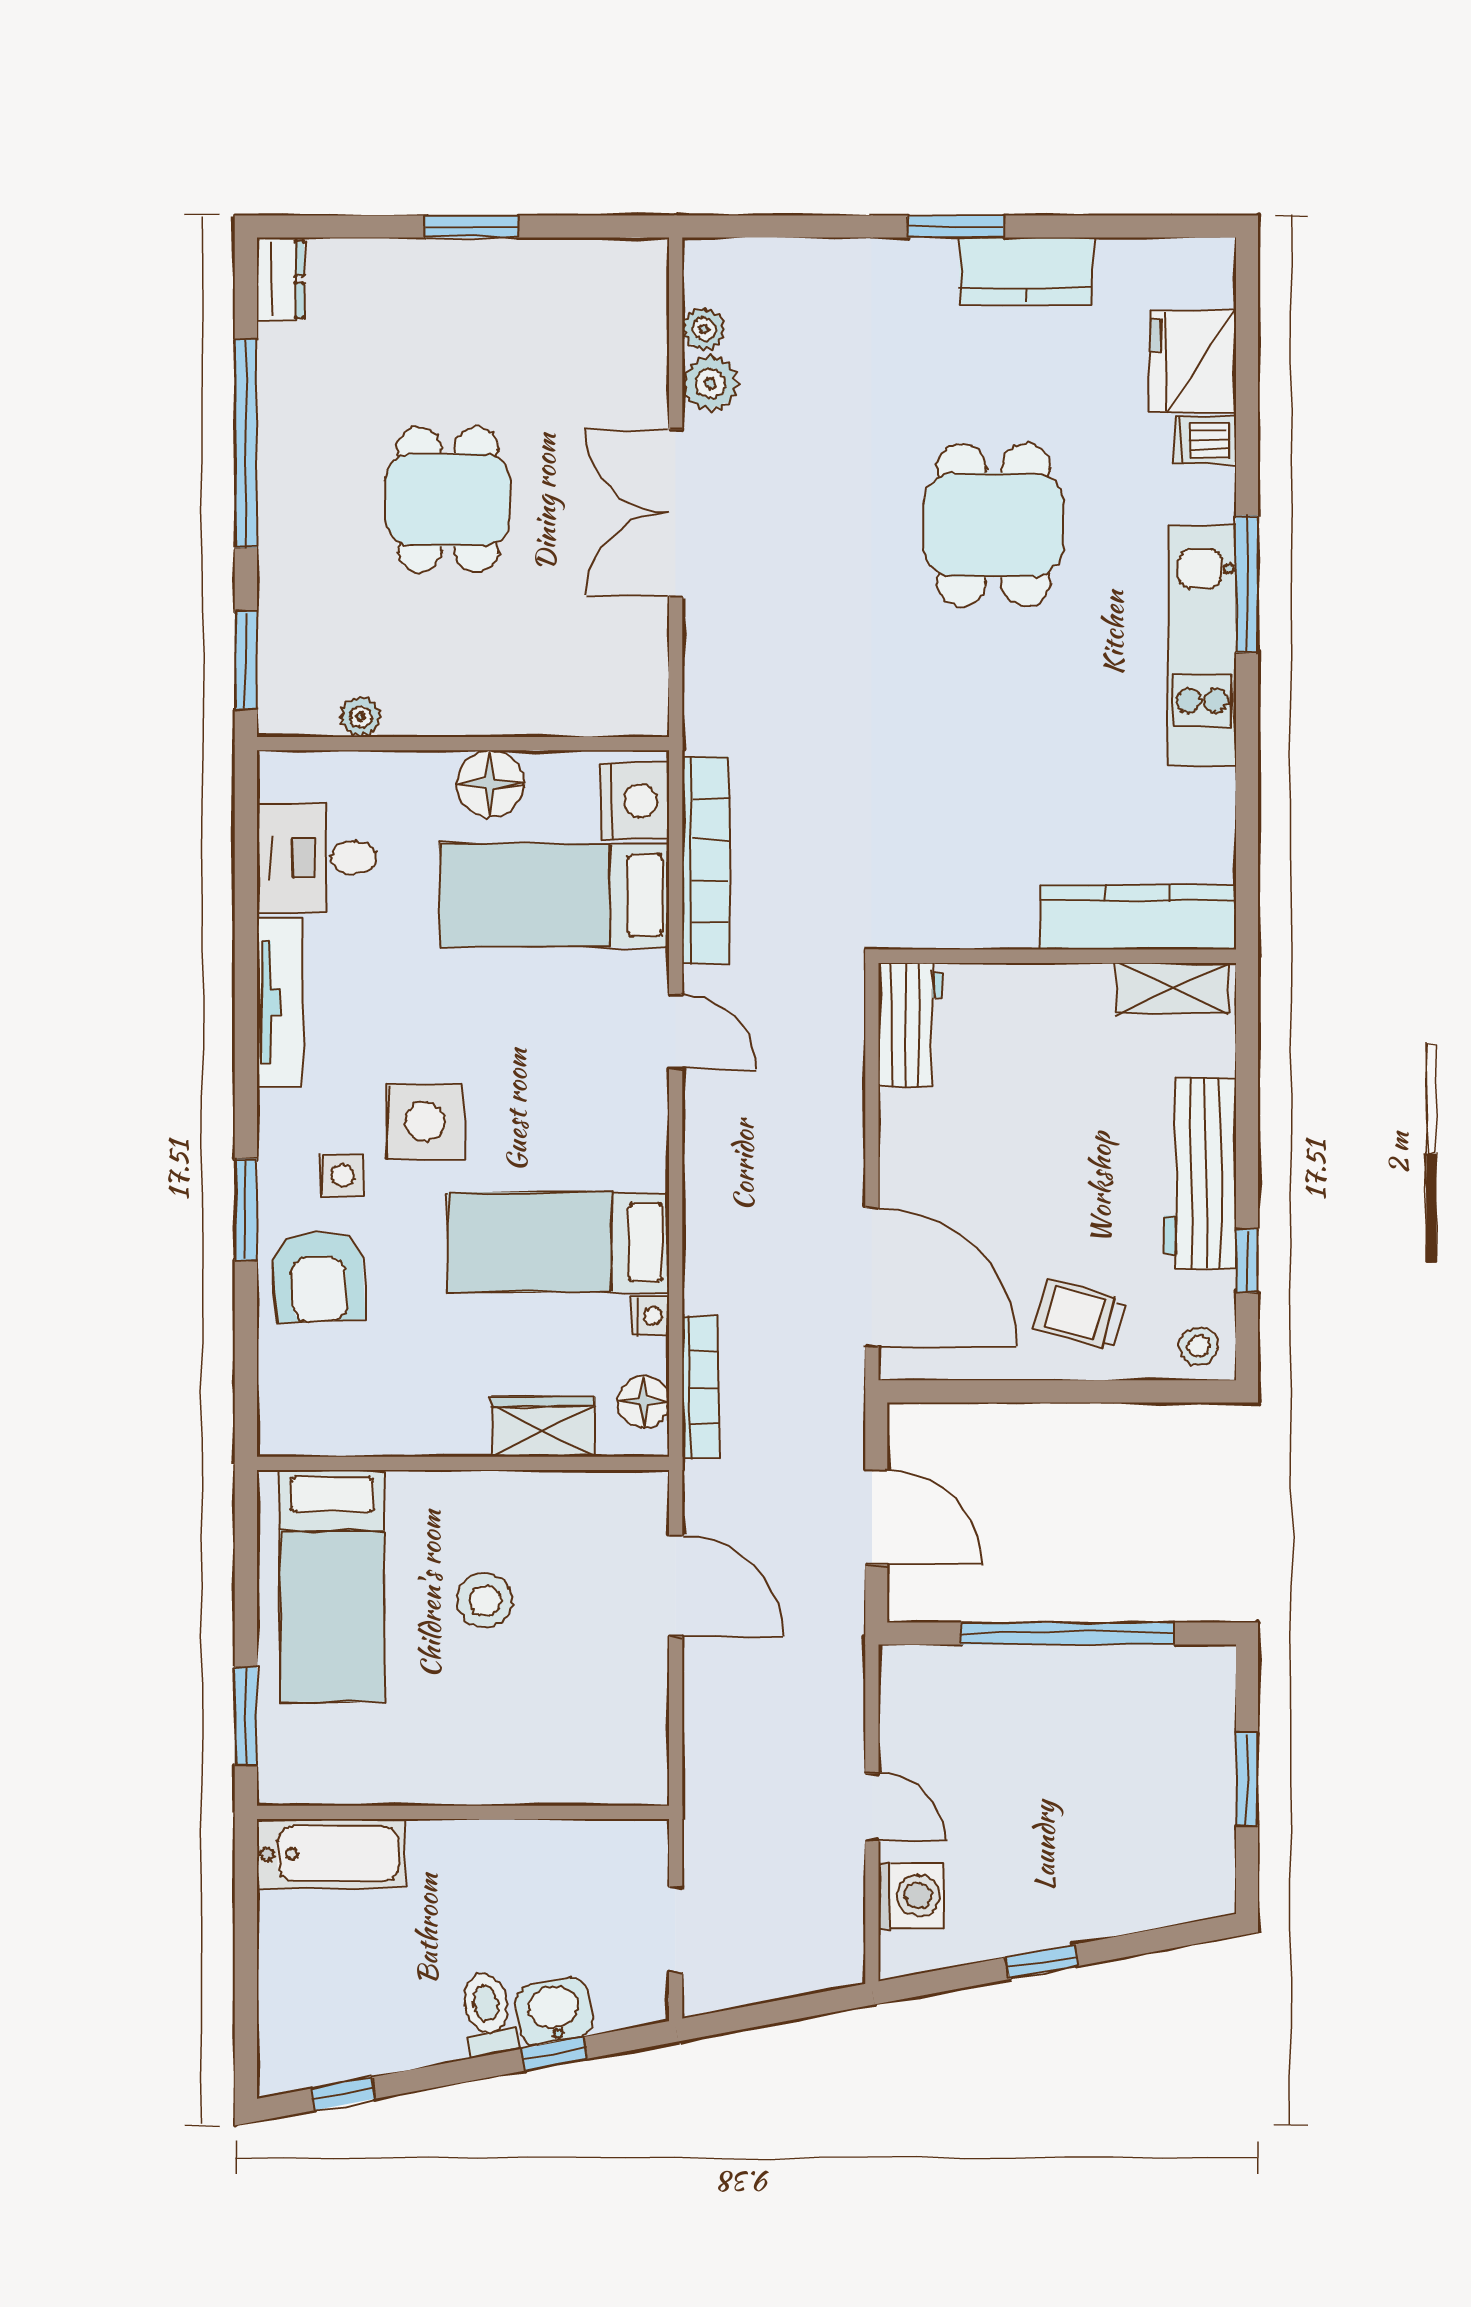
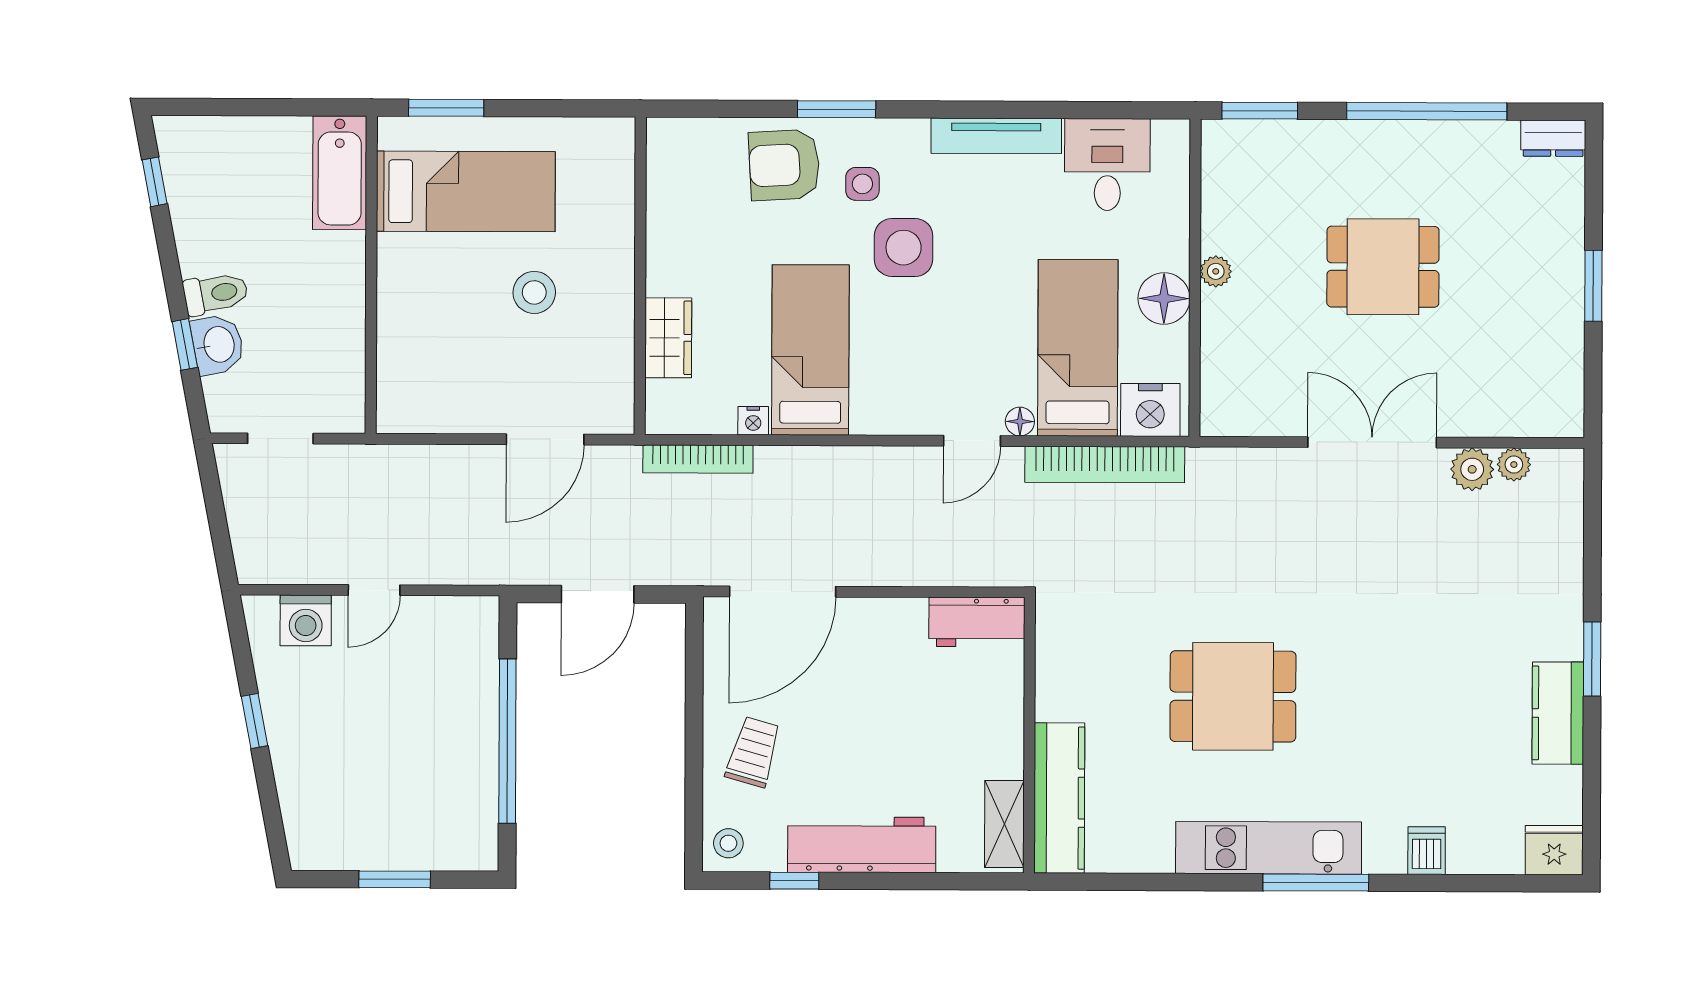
fridge: (1193, 361) -> (1554, 850), moved, width x0.73, depth x0.75
dining table: (993, 525) -> (1233, 696), moved
plant: (361, 717) -> (1216, 271), moved
floor lamp: (643, 1402) -> (1020, 422), moved, width x0.73, depth x0.73
bed: (332, 1586) -> (466, 191), moved, turned 180

